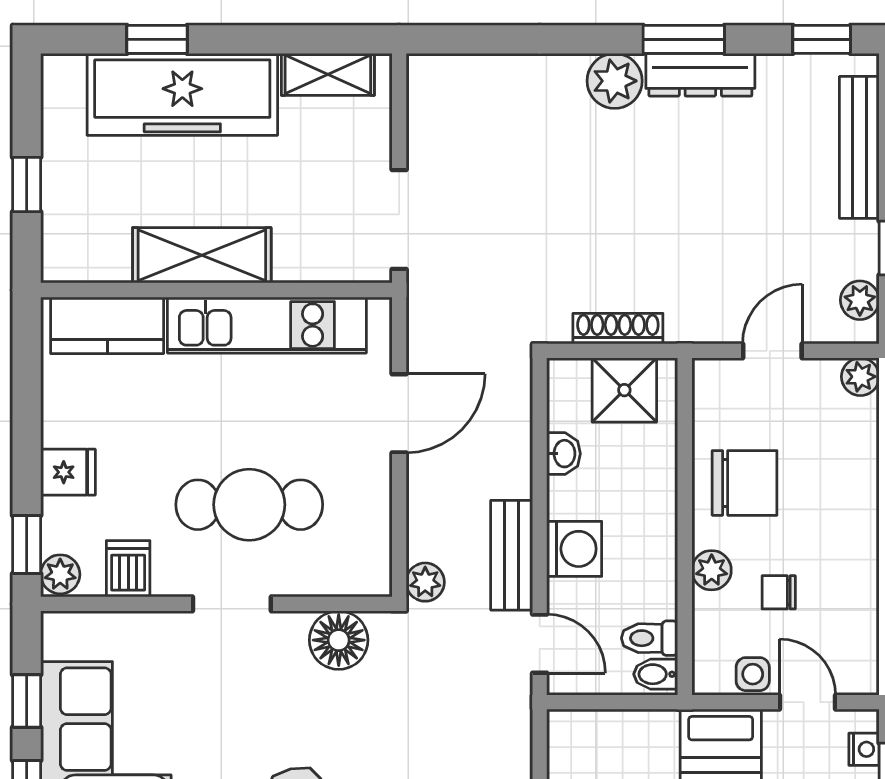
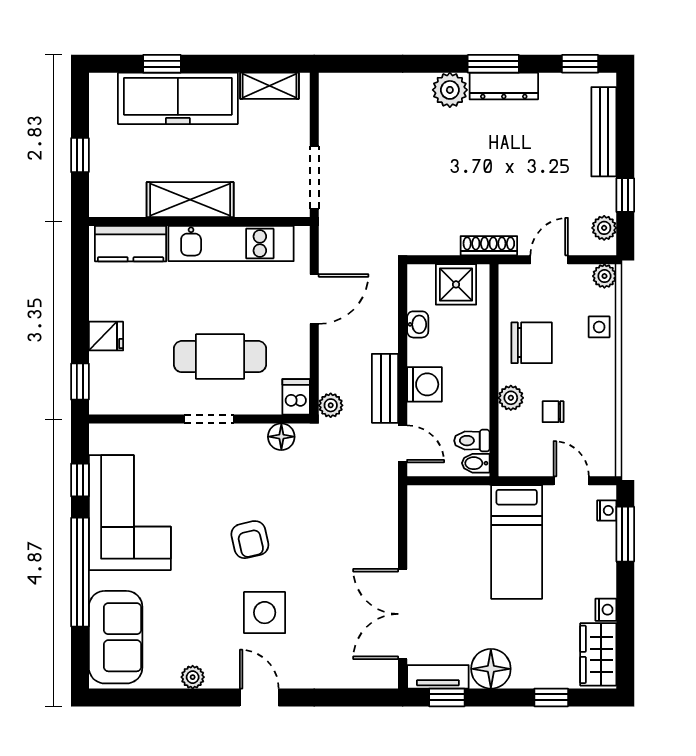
shoe rack: (618, 329) -> (489, 246), moved
dishwasher: (128, 569) -> (296, 397), moved
plant: (60, 574) -> (101, 400), removed
floor lamp: (339, 640) -> (281, 437), width x0.73, depth x0.73
side table: (753, 674) -> (599, 327), moved

